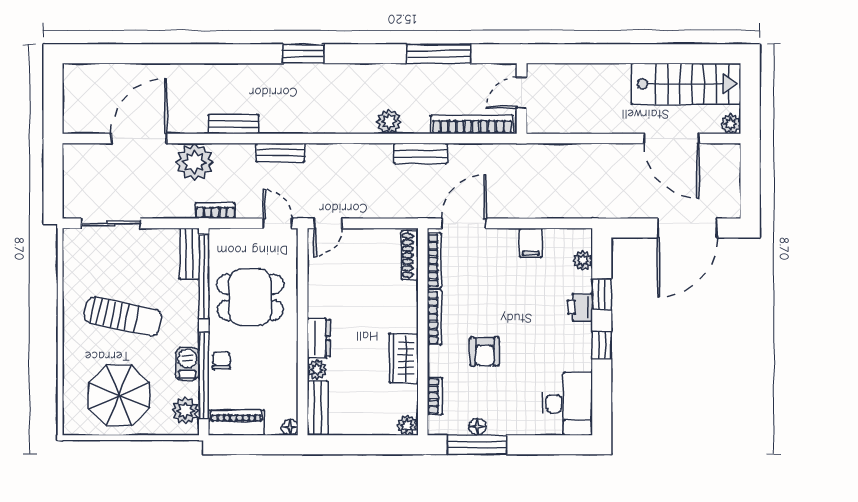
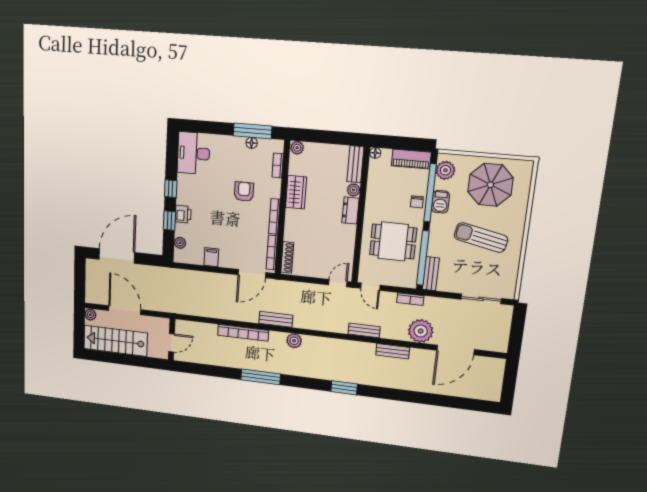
door: (522, 93) -> (171, 343), moved
wall: (522, 99) -> (172, 339), moved

